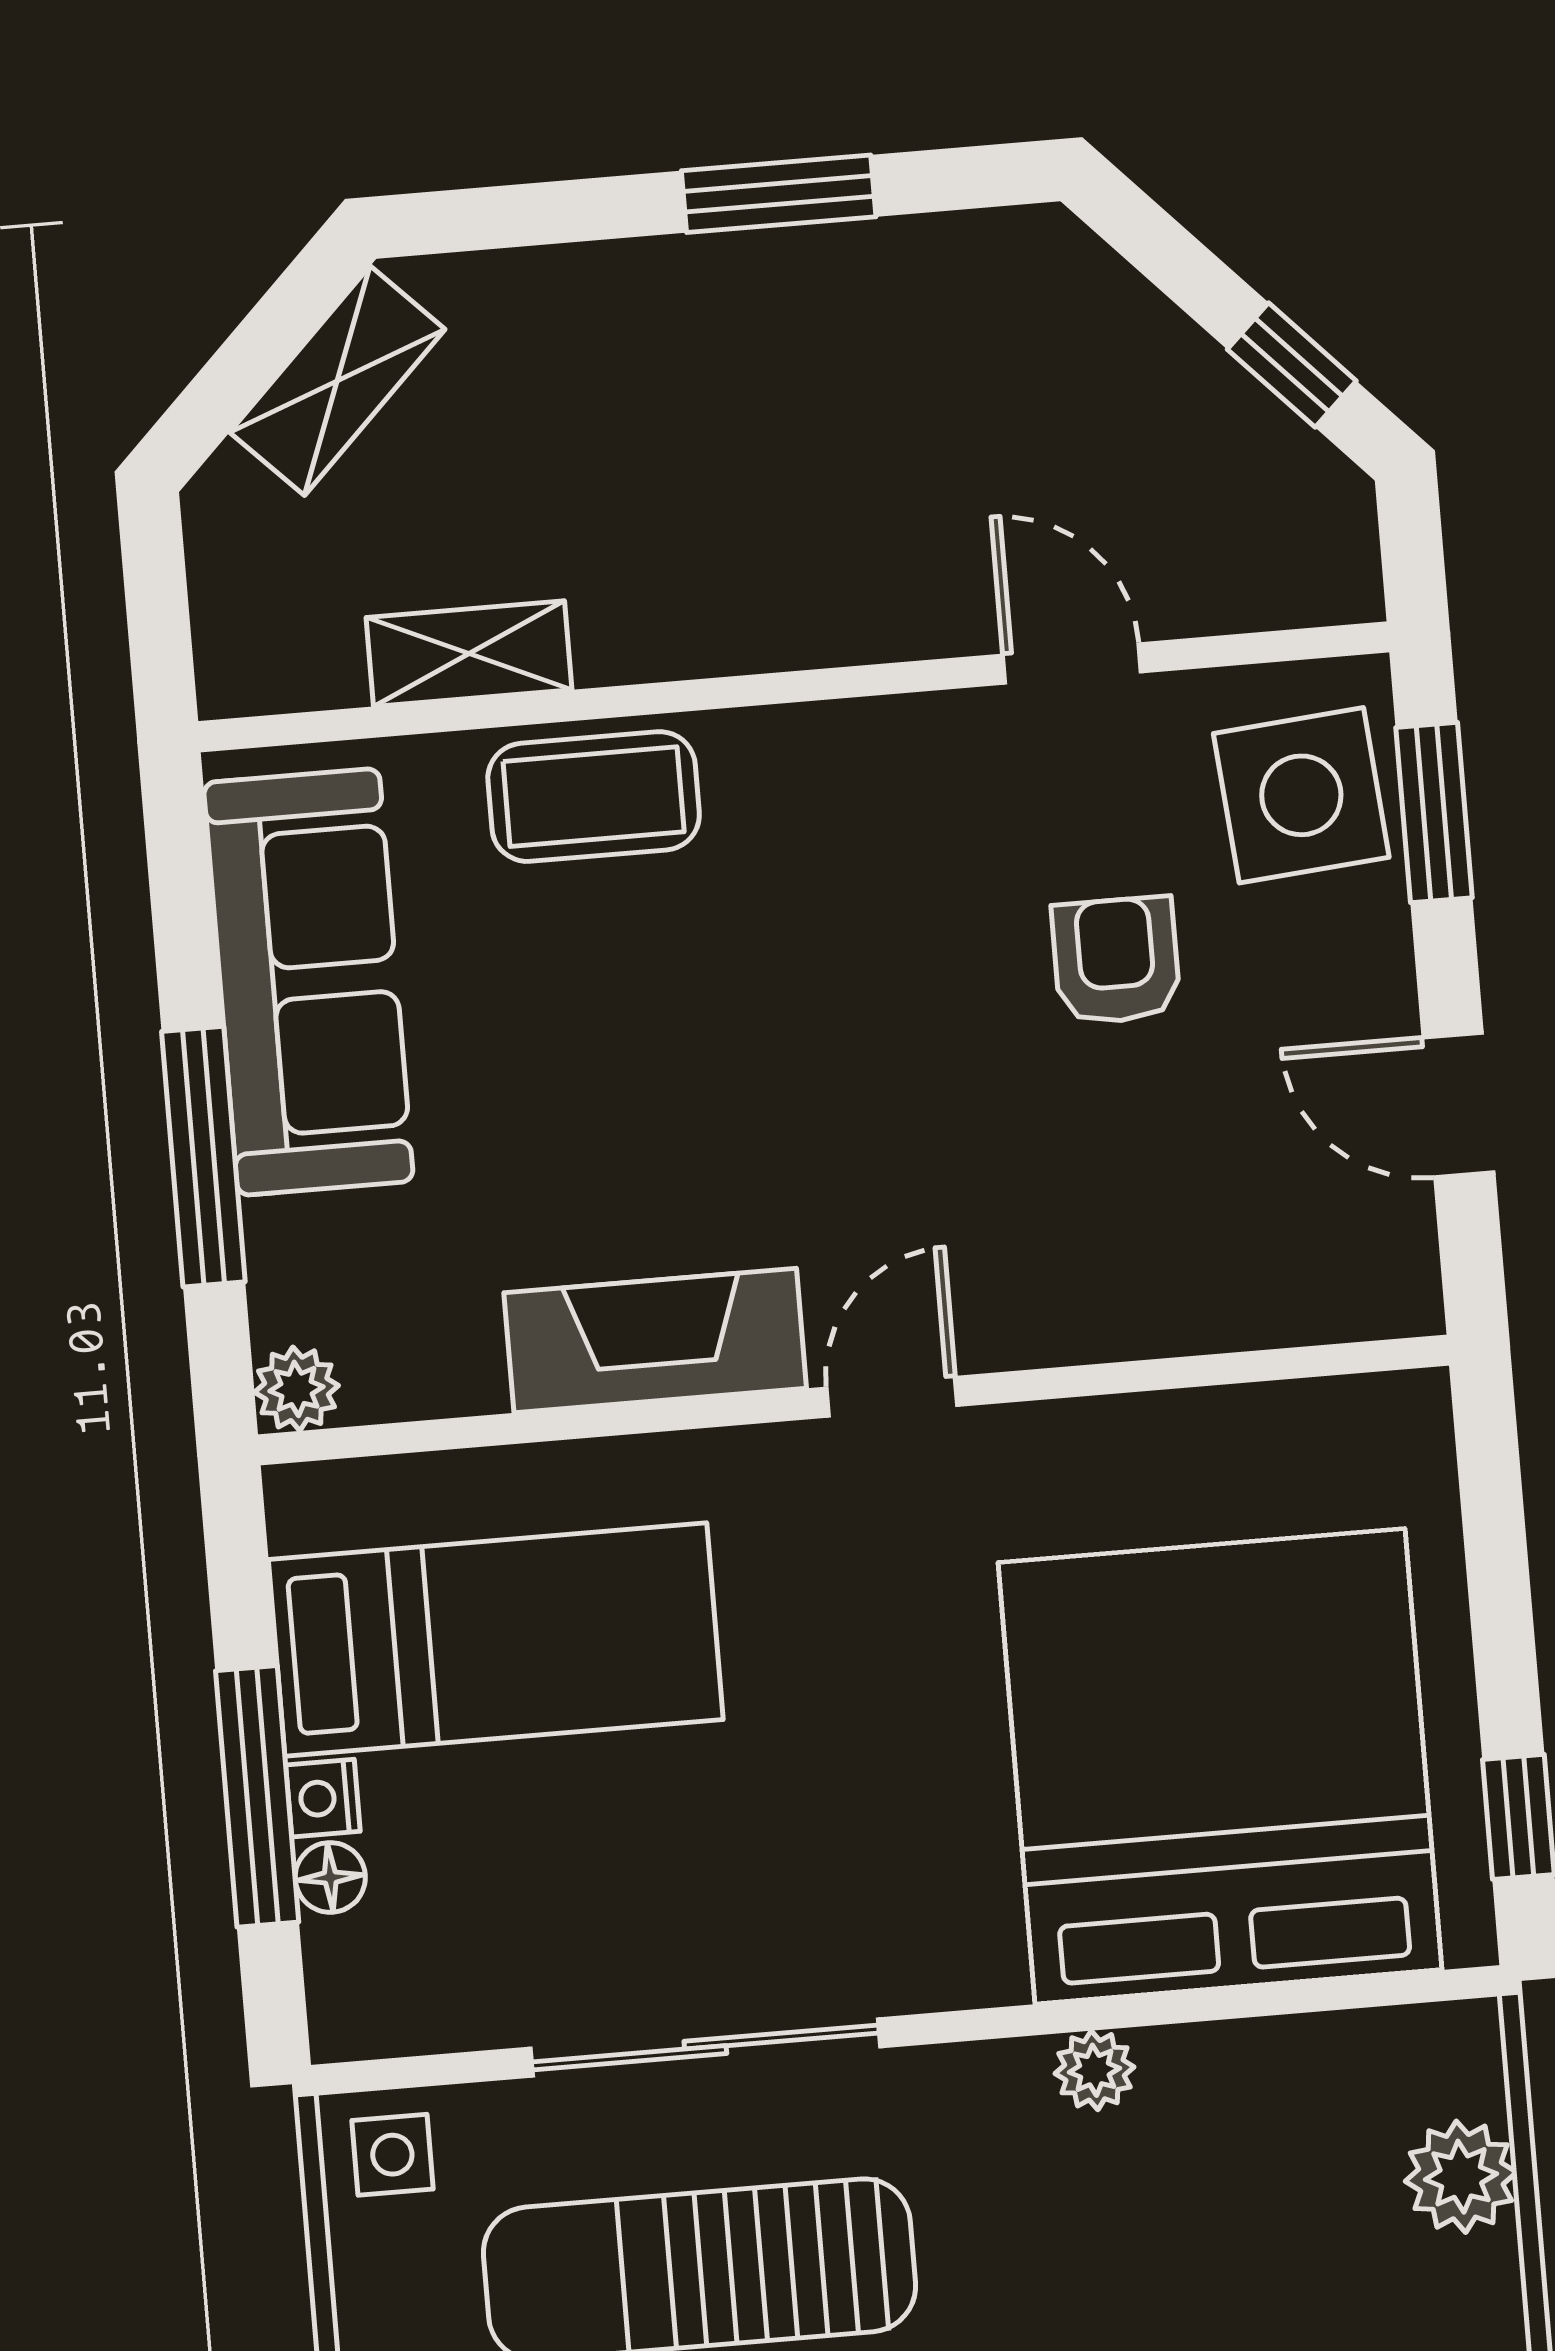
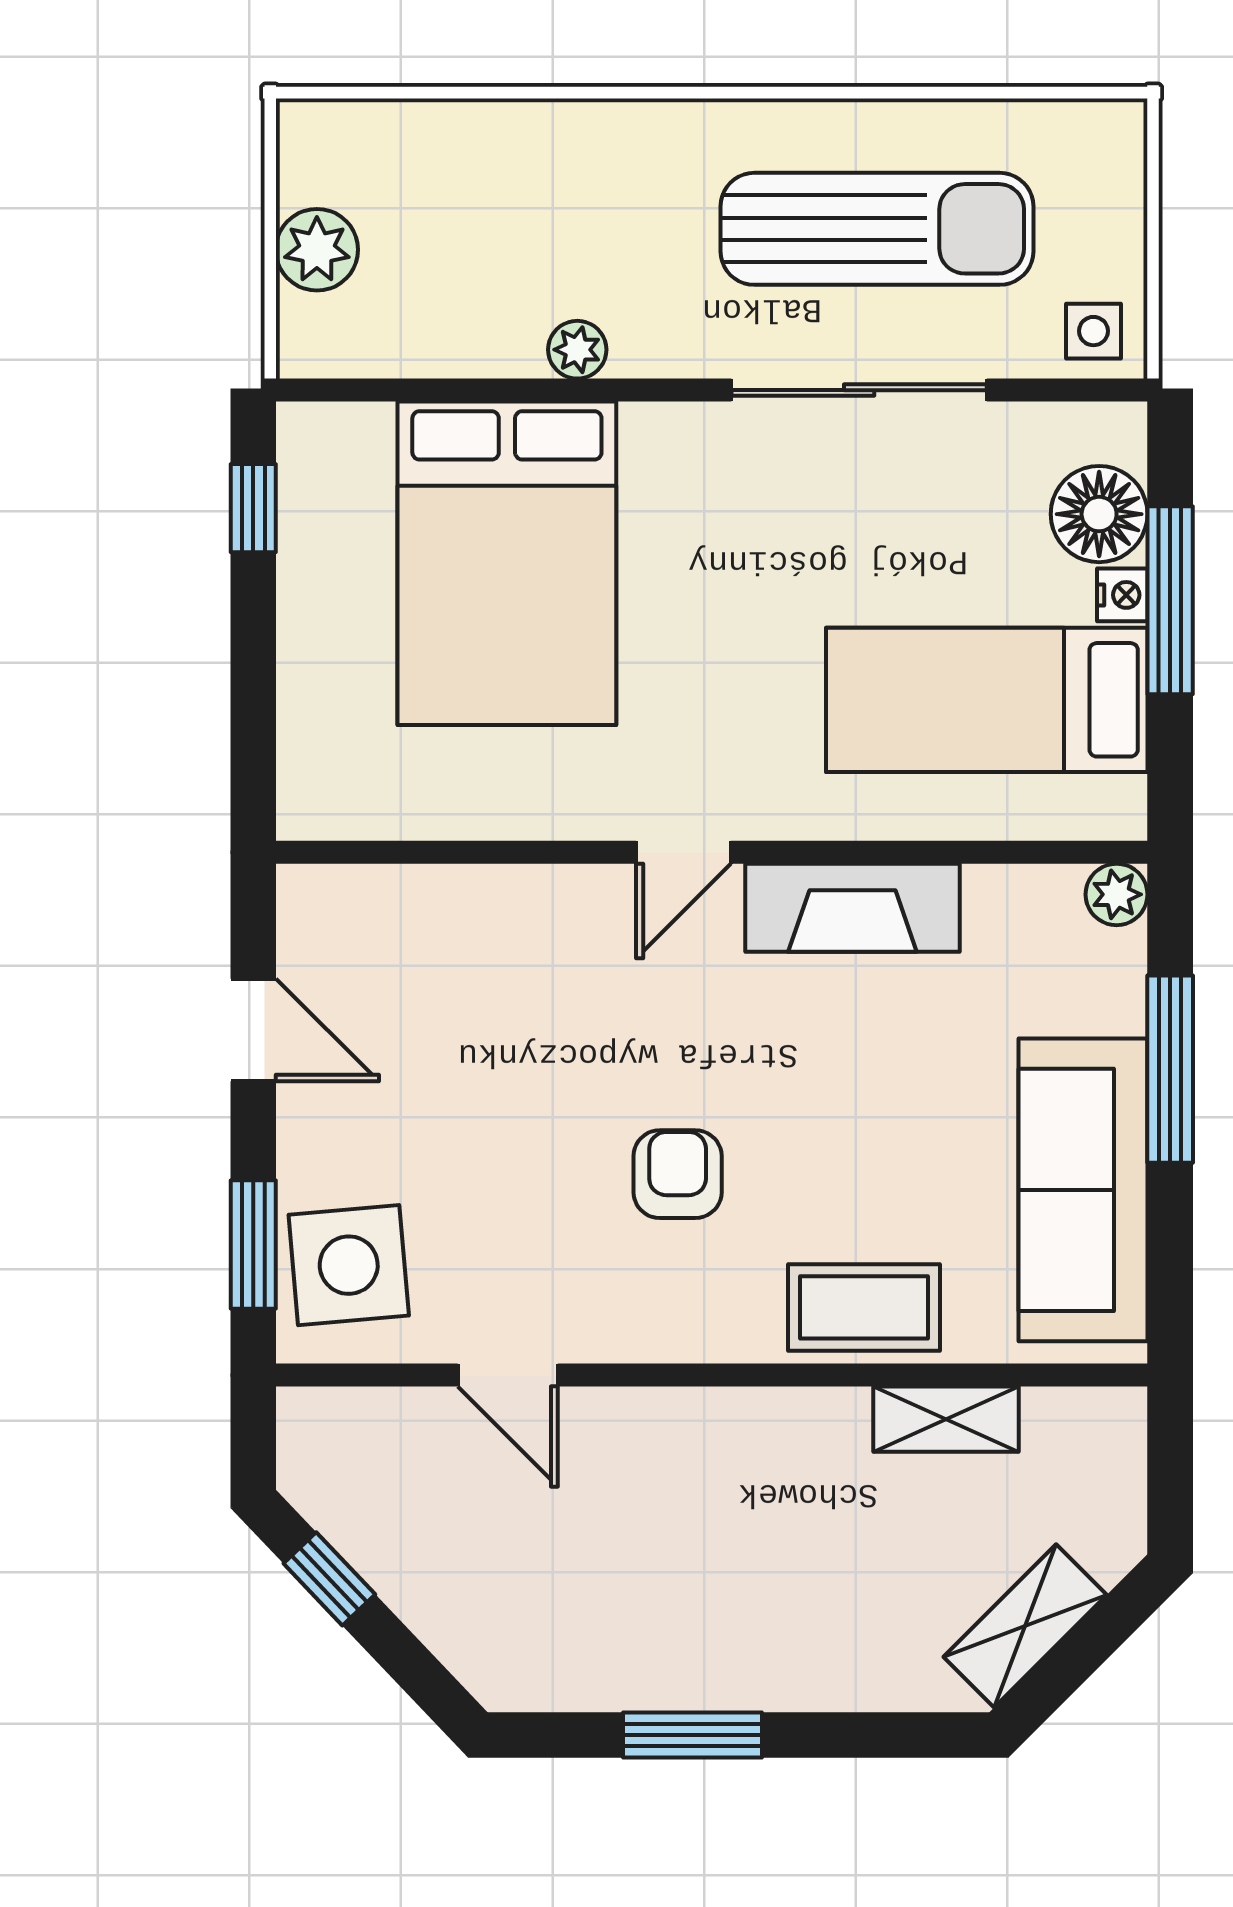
armchair: (1116, 960) -> (678, 1174), moved, turned 180
bed: (1220, 1766) -> (507, 563), width x0.73
floor lamp: (330, 1877) -> (1099, 514), width x1.89, depth x1.89

